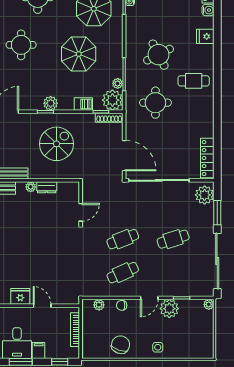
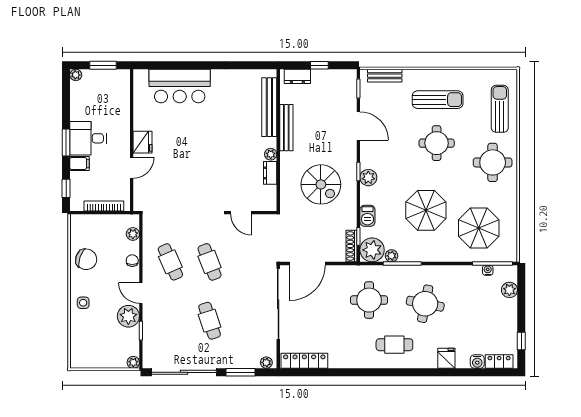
round table: (159, 55) -> (425, 304), turned 38
cafe table: (194, 81) -> (394, 345), turned 90
plant: (205, 195) -> (266, 363), width x0.53, depth x0.53

